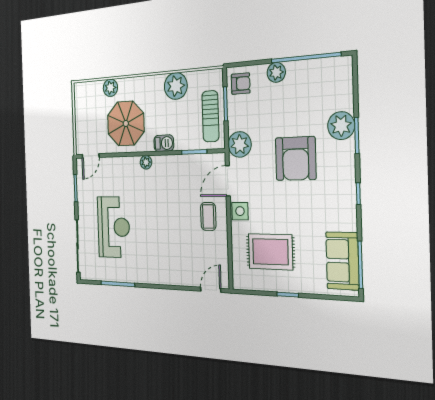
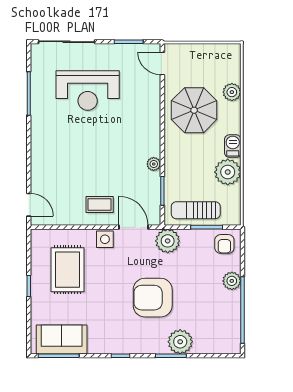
barbecue: (164, 143) -> (233, 146), moved, turned 180
plant: (146, 162) -> (154, 164), moved

